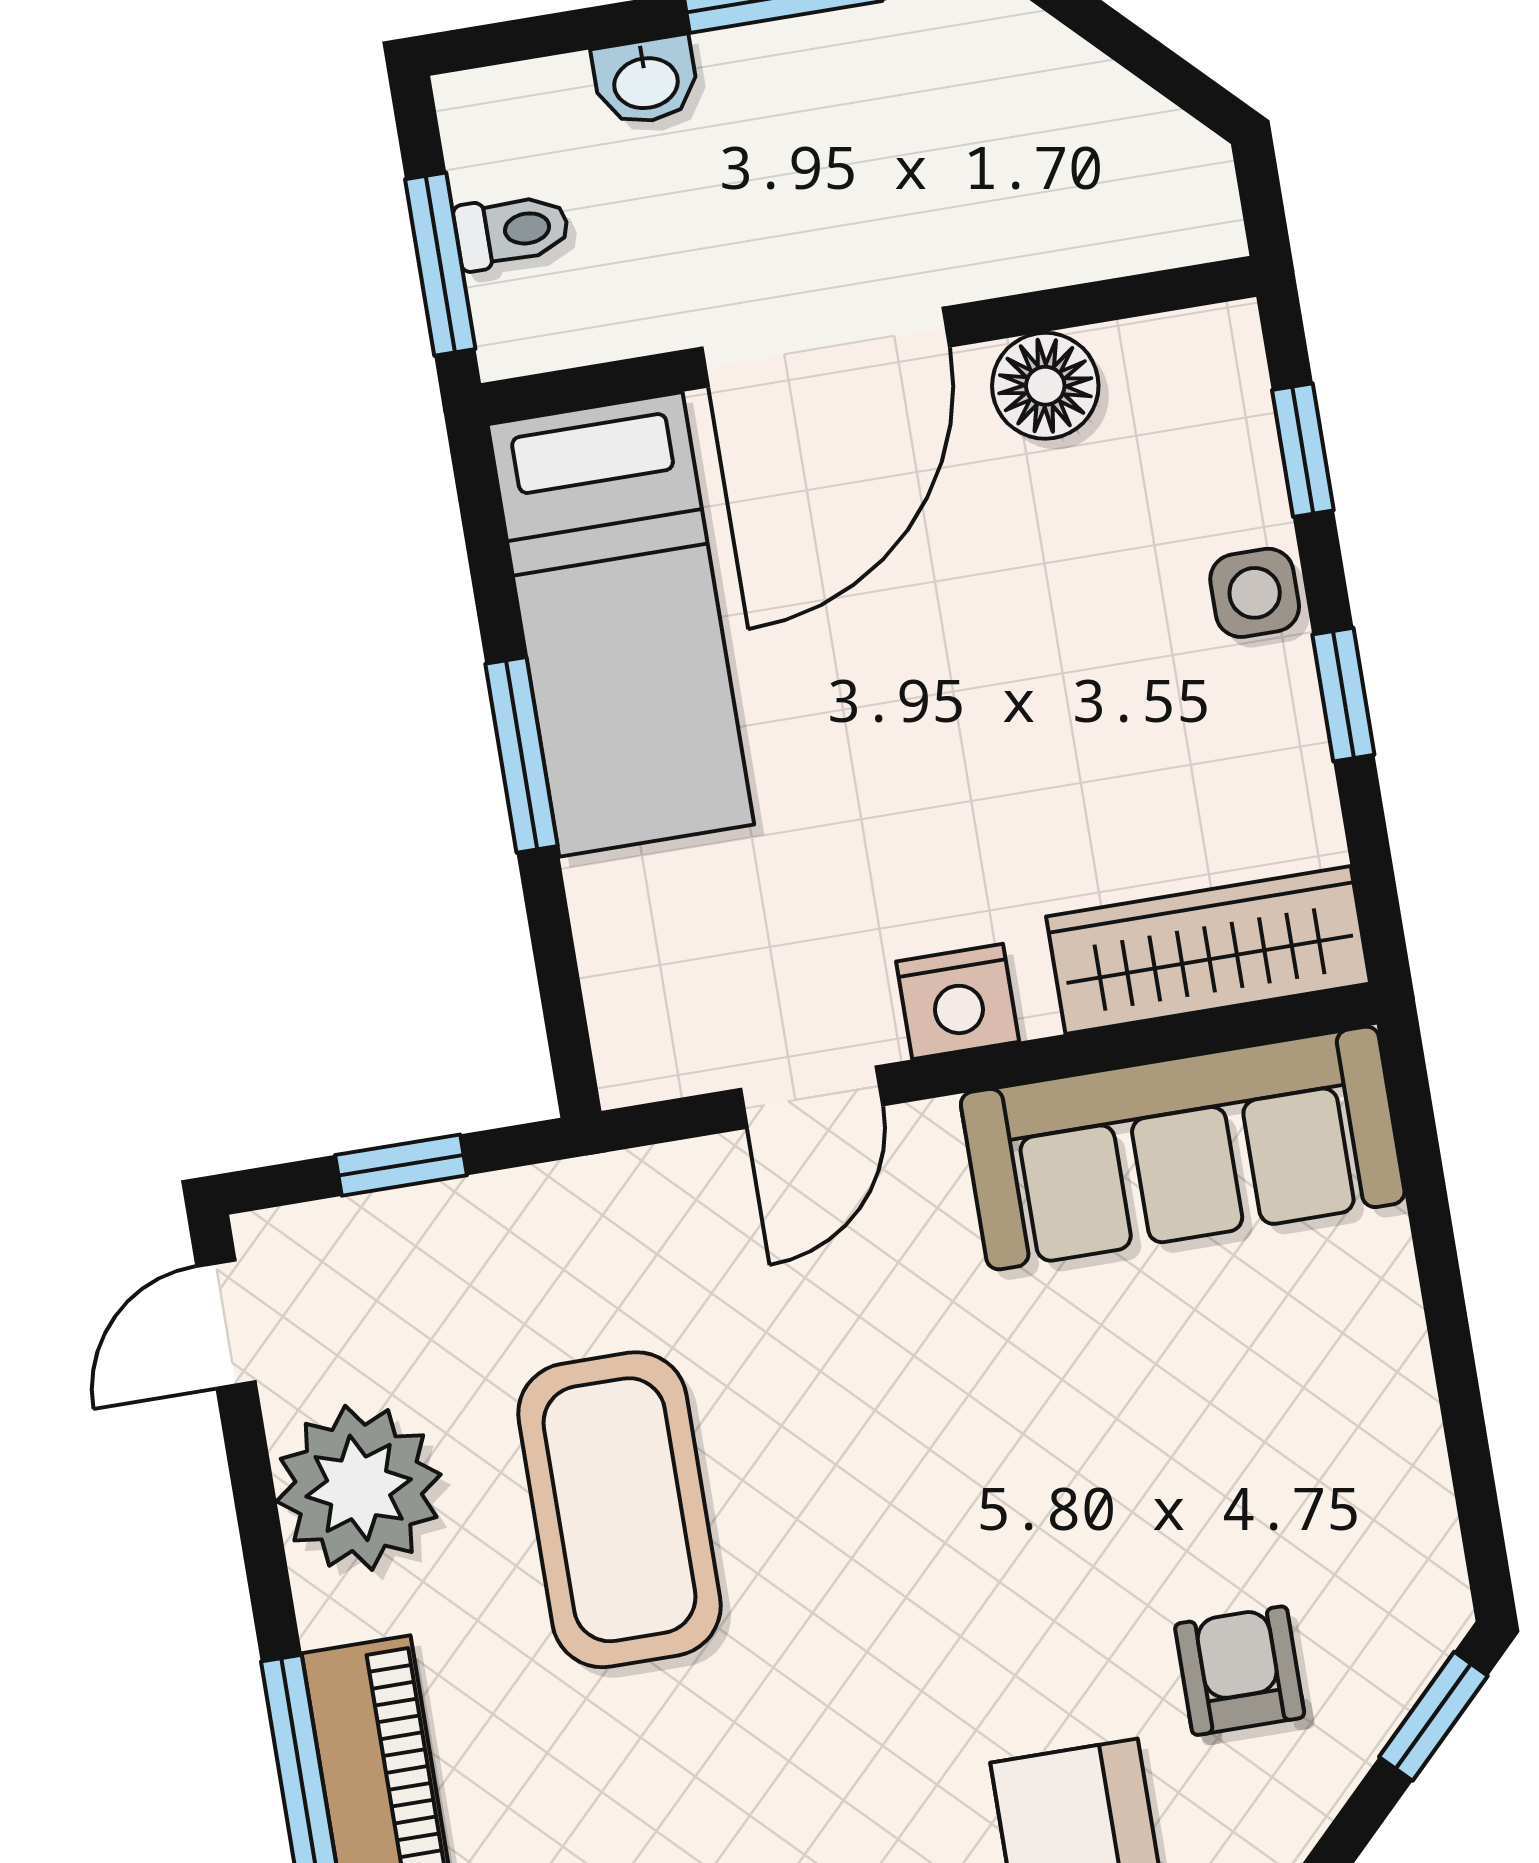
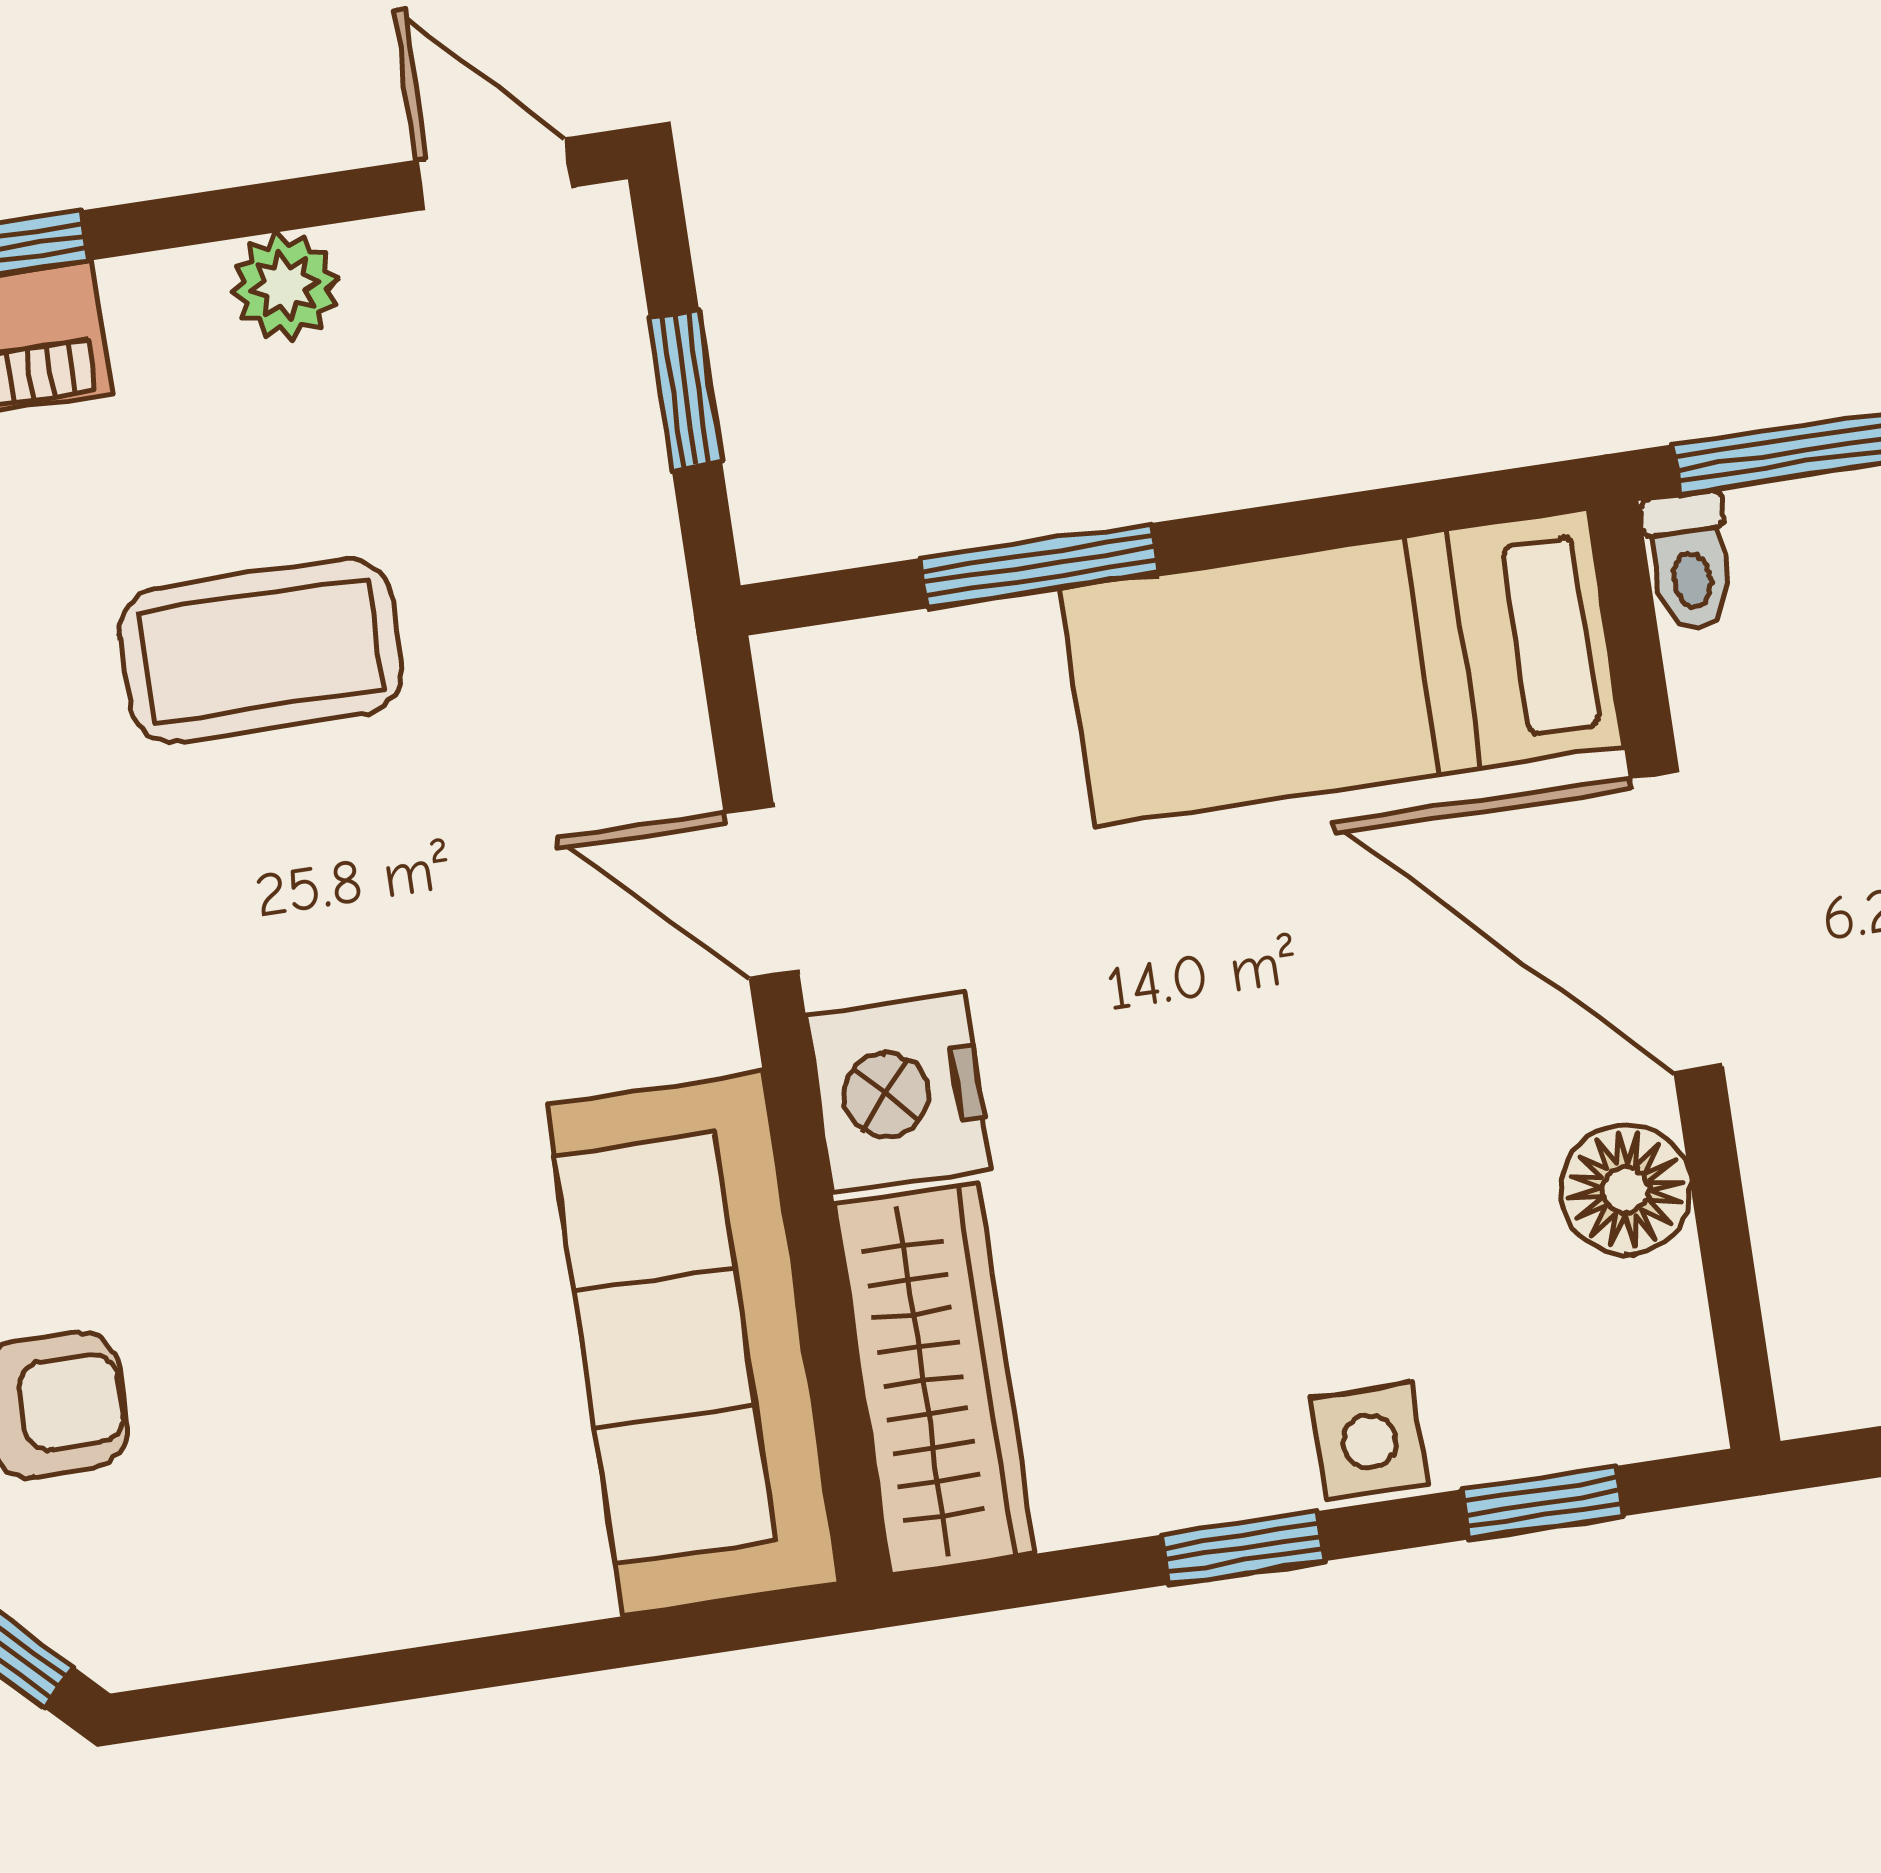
toilet: (512, 231) -> (1689, 561), moved
window: (521, 755) -> (1039, 566), moved
nightstand: (958, 1002) -> (899, 1093), width x1.36, depth x1.33
plant: (359, 1488) -> (285, 286), width x0.53, depth x0.53
coffee table: (619, 1510) -> (261, 651), width x0.73, depth x0.76

